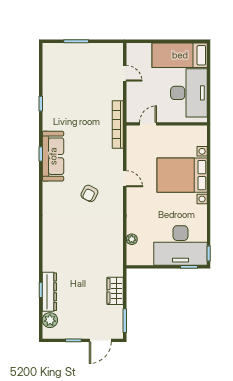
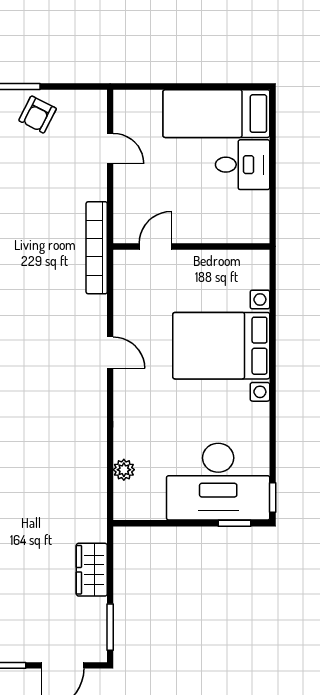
desk: (189, 93) -> (243, 165), width x0.53, depth x0.77
armchair: (89, 193) -> (38, 115), moved

